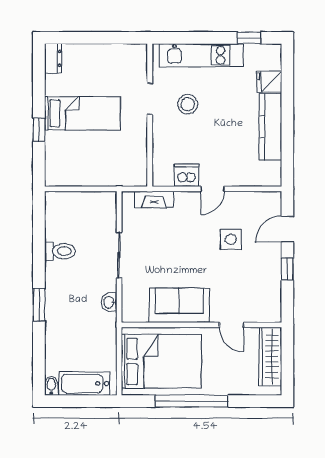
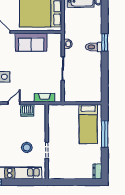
bed: (82, 113) -> (88, 124), moved, turned -90
window: (39, 130) -> (105, 134), width x2.17
toilet: (60, 251) -> (94, 47), moved

